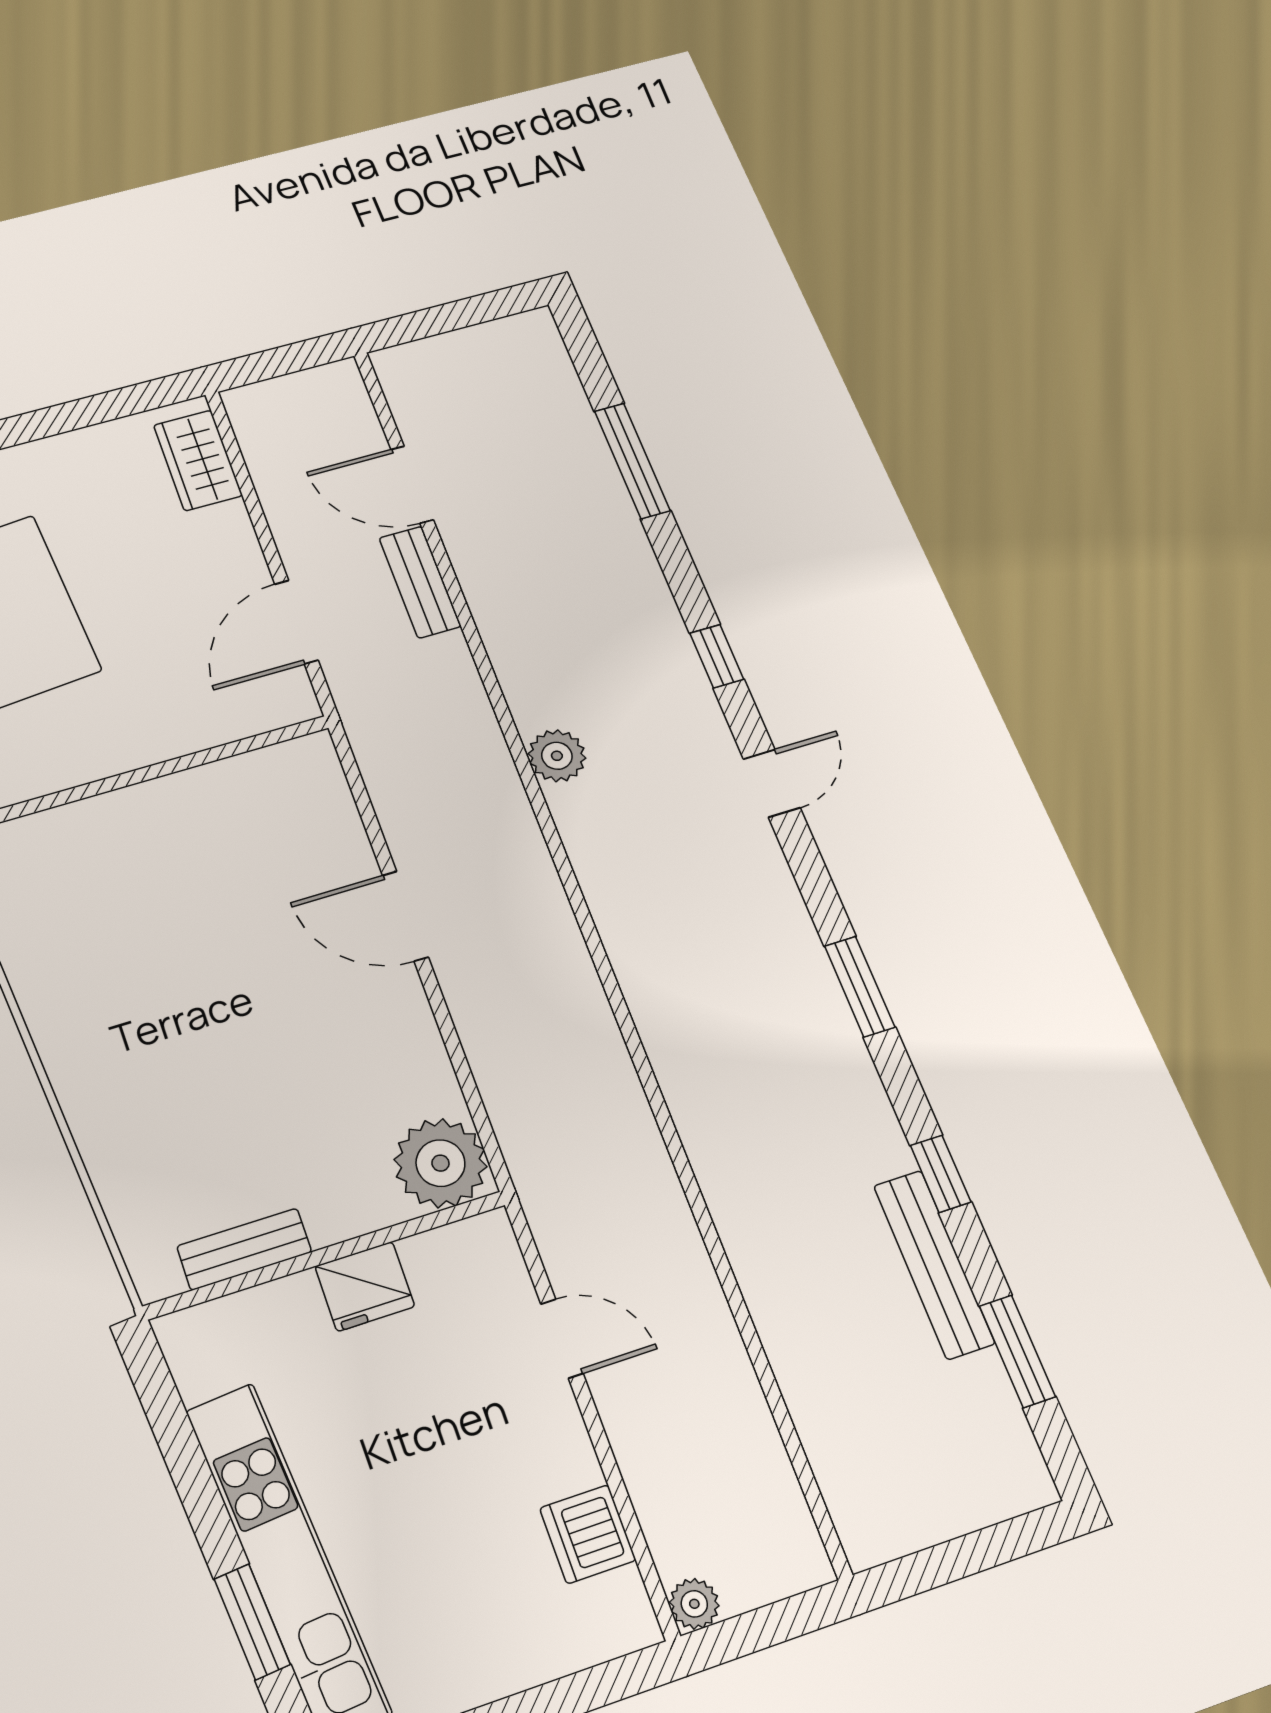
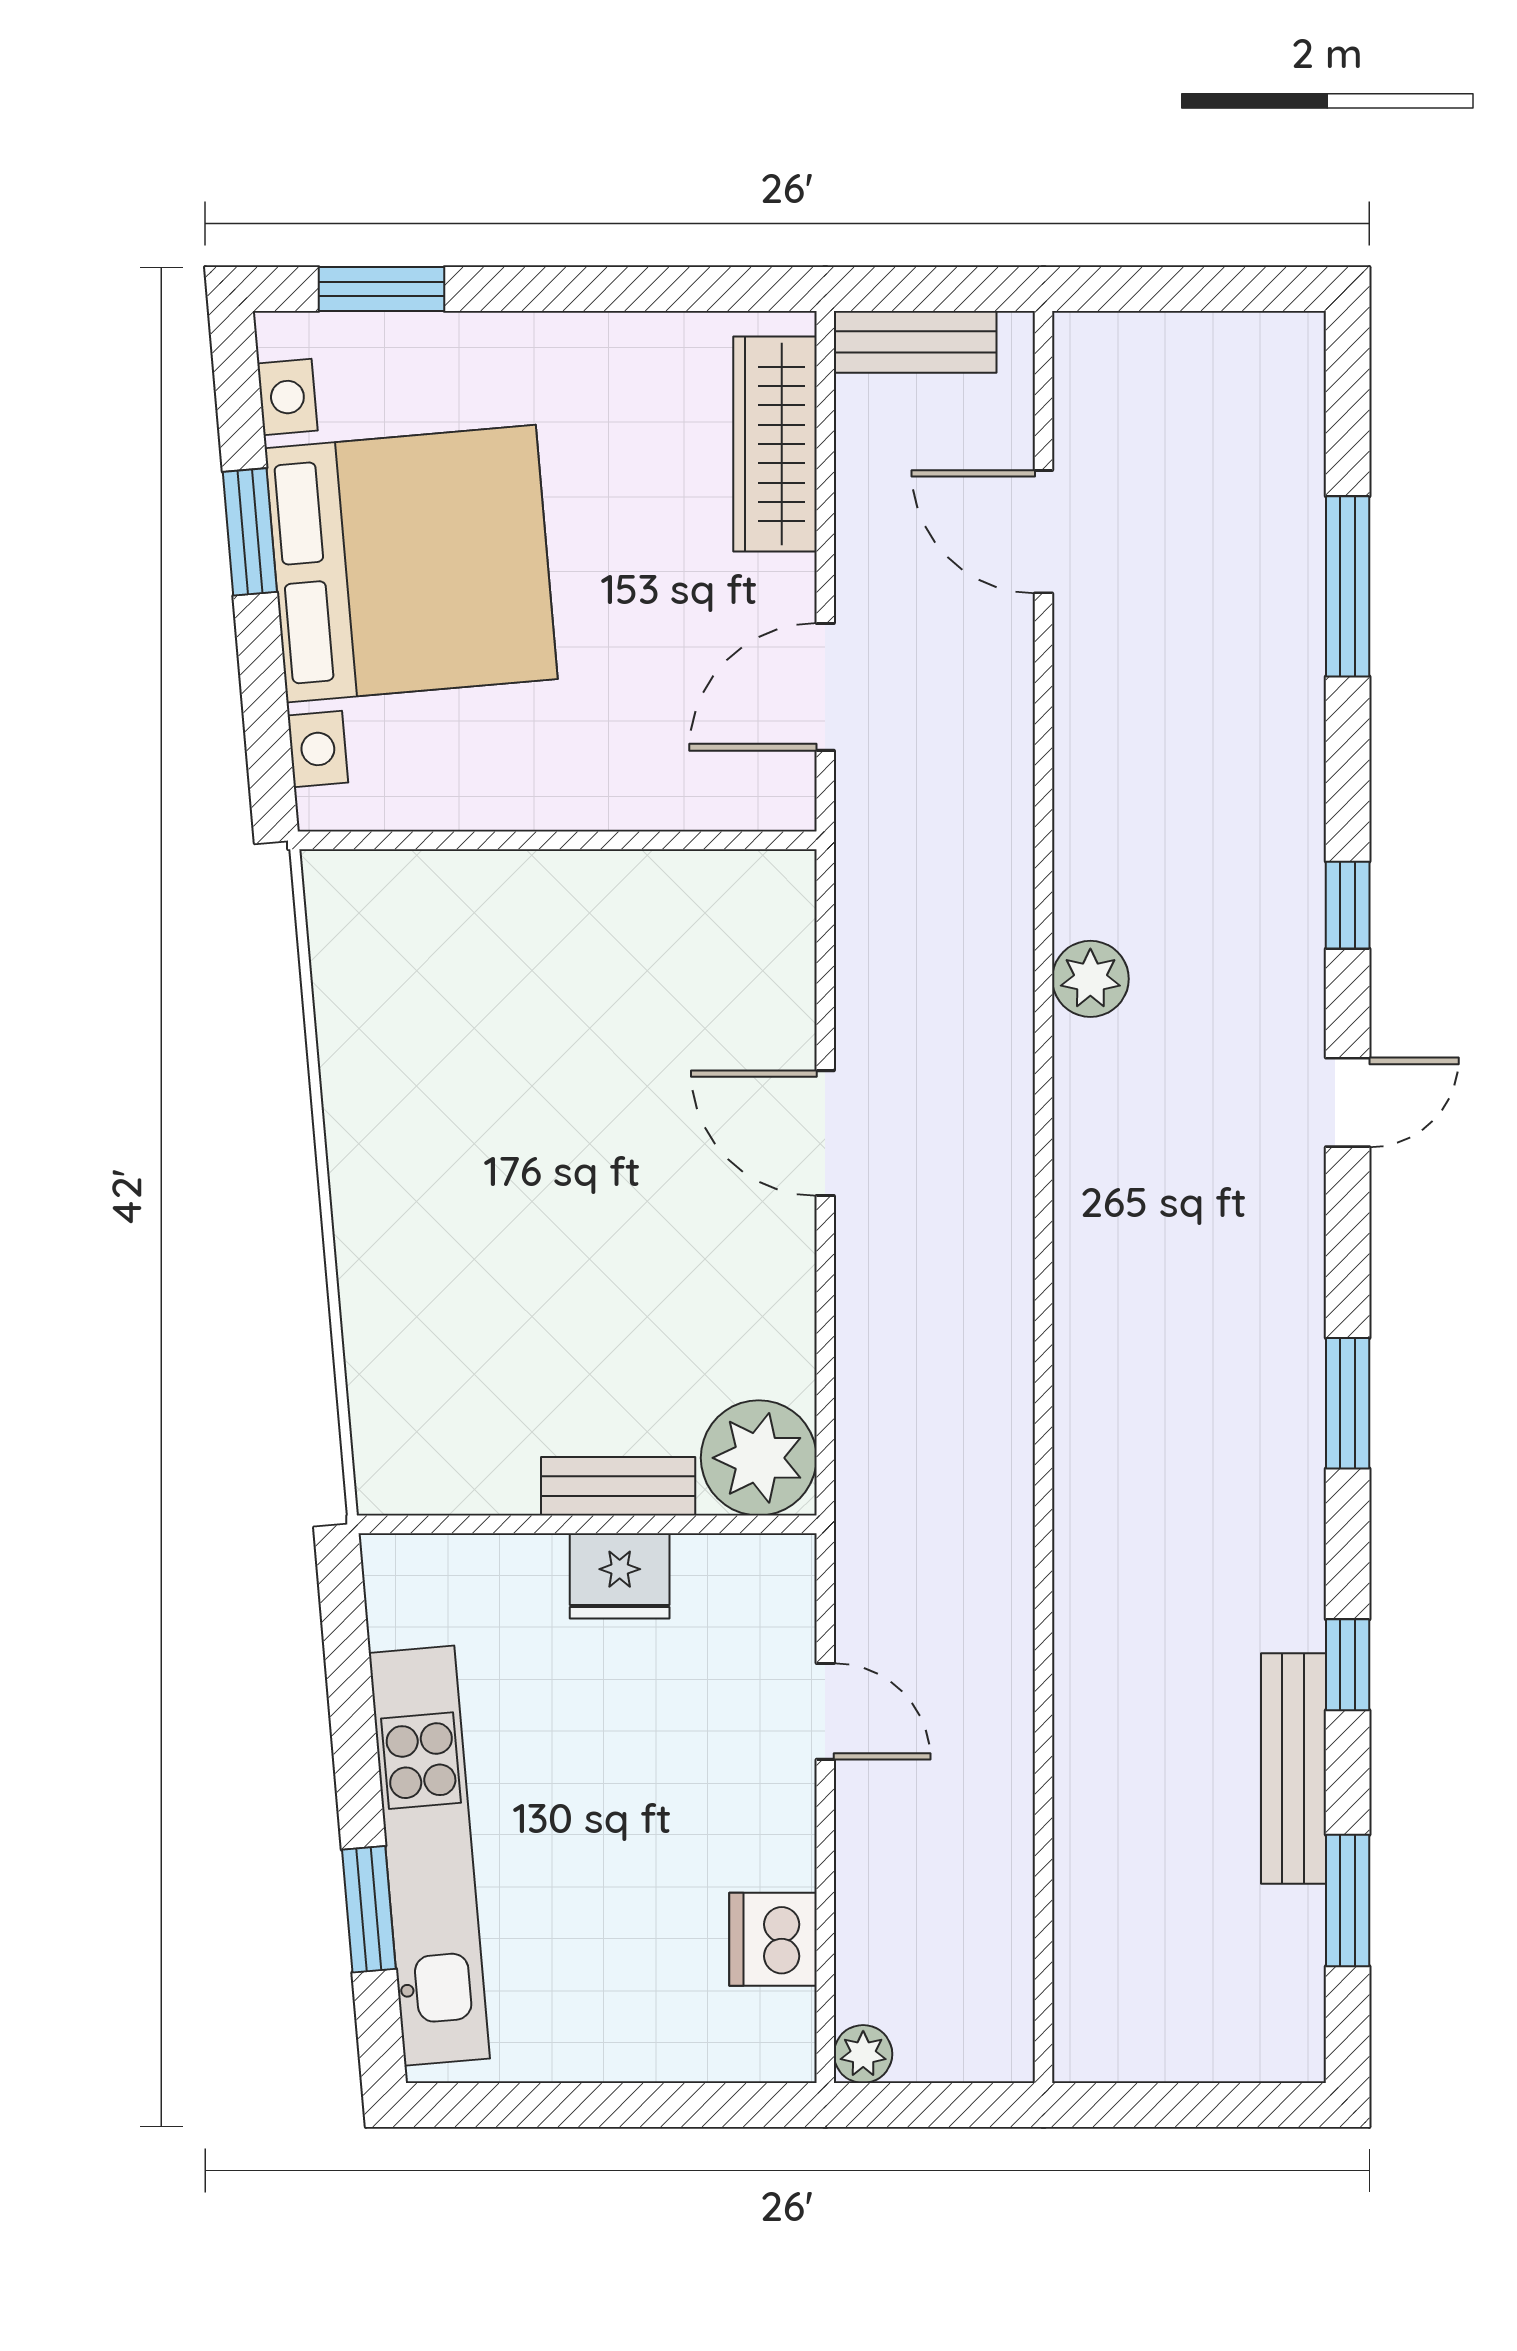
wardrobe: (198, 460) -> (775, 444), width x1.50
bench: (420, 582) -> (915, 342), moved, turned 90
bench: (244, 1249) -> (618, 1486), moved

